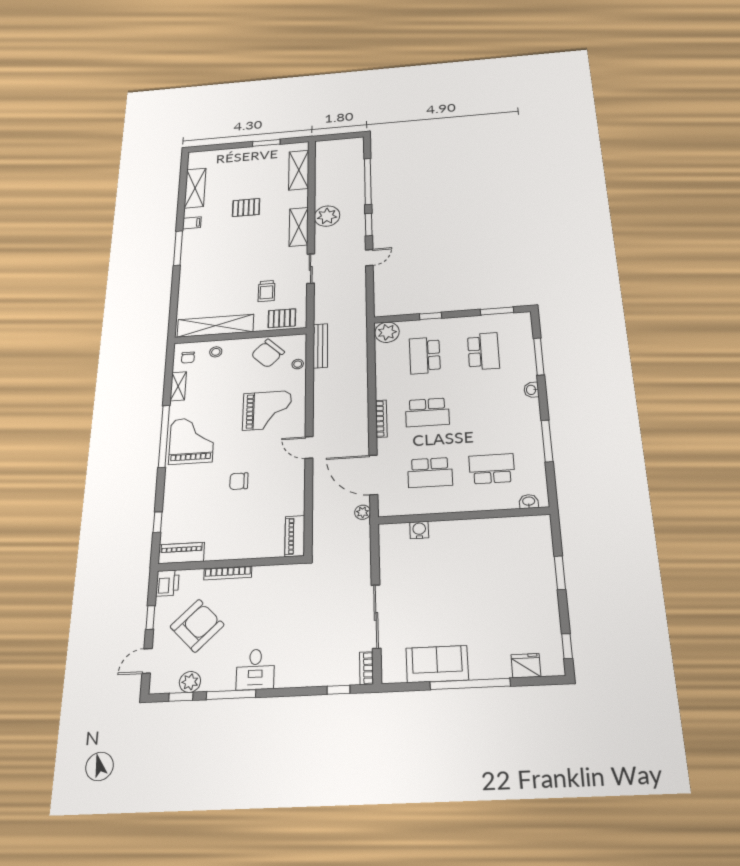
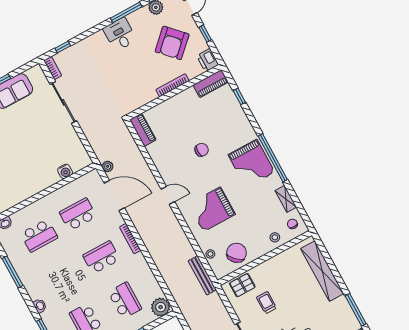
shelving: (215, 326) -> (322, 271), moved, turned 90

